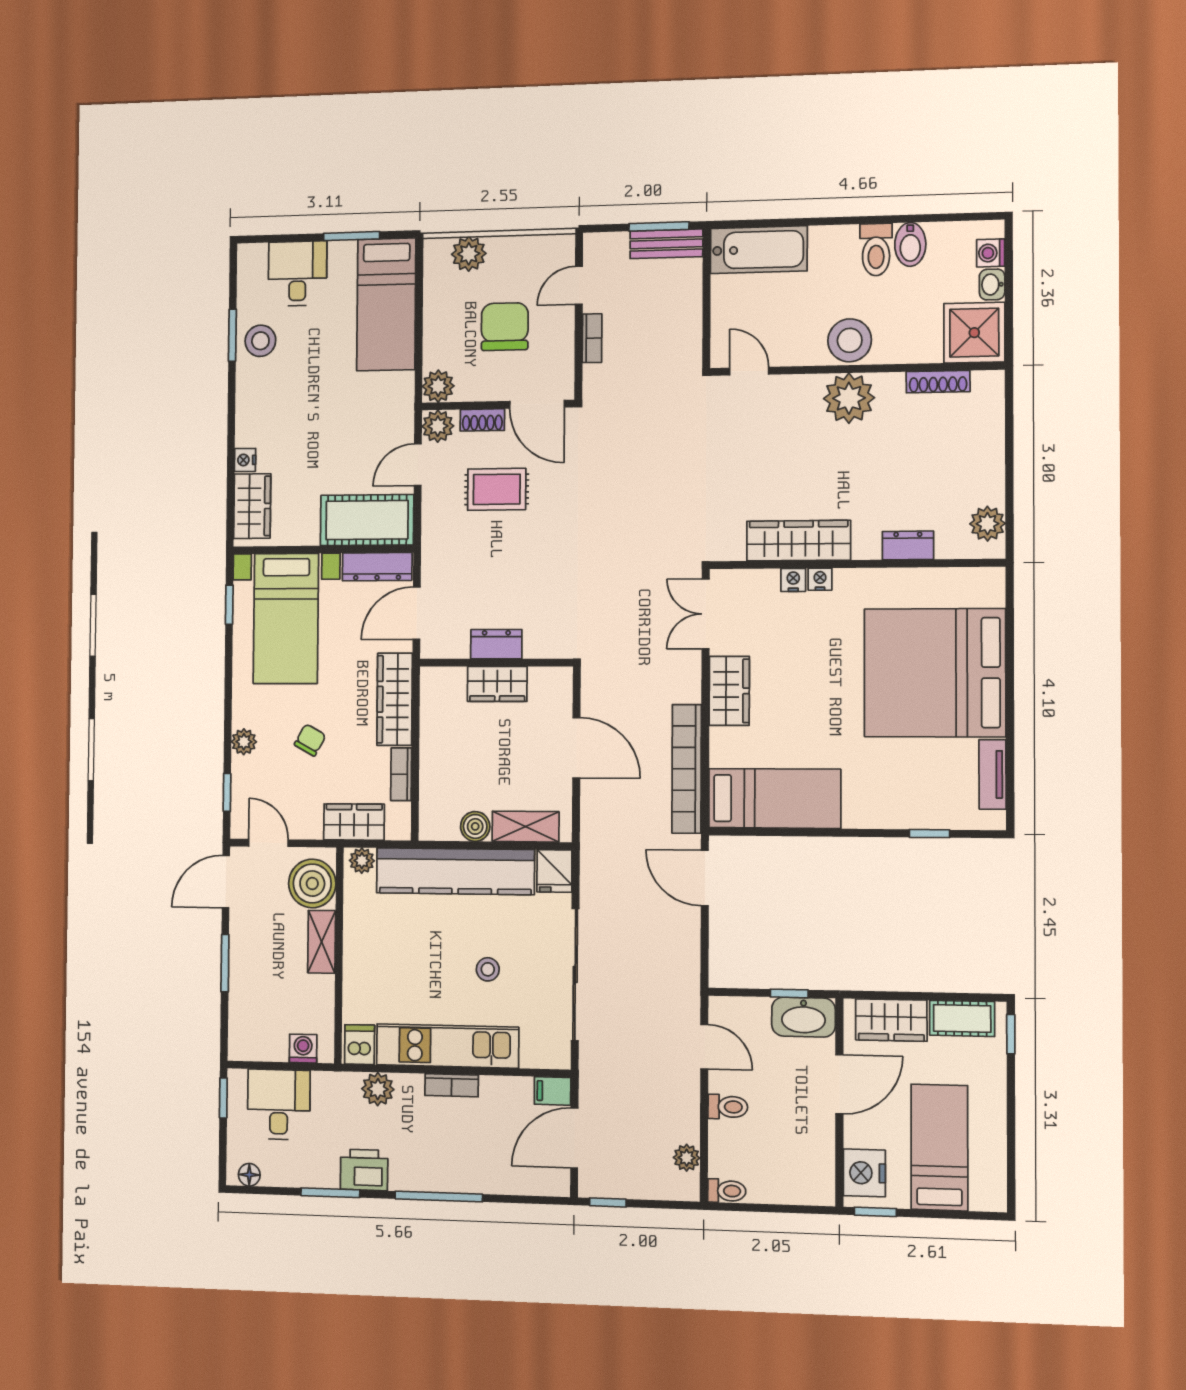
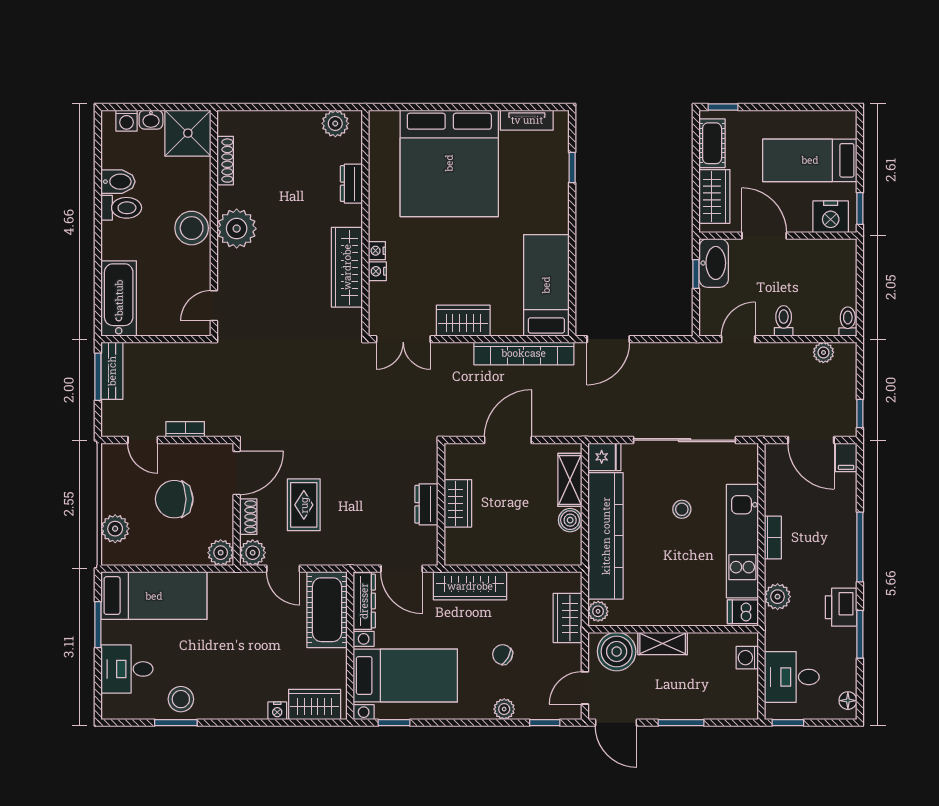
bookcase: (401, 774) -> (529, 580), removed
filing cabinet: (553, 1091) -> (846, 457), moved

